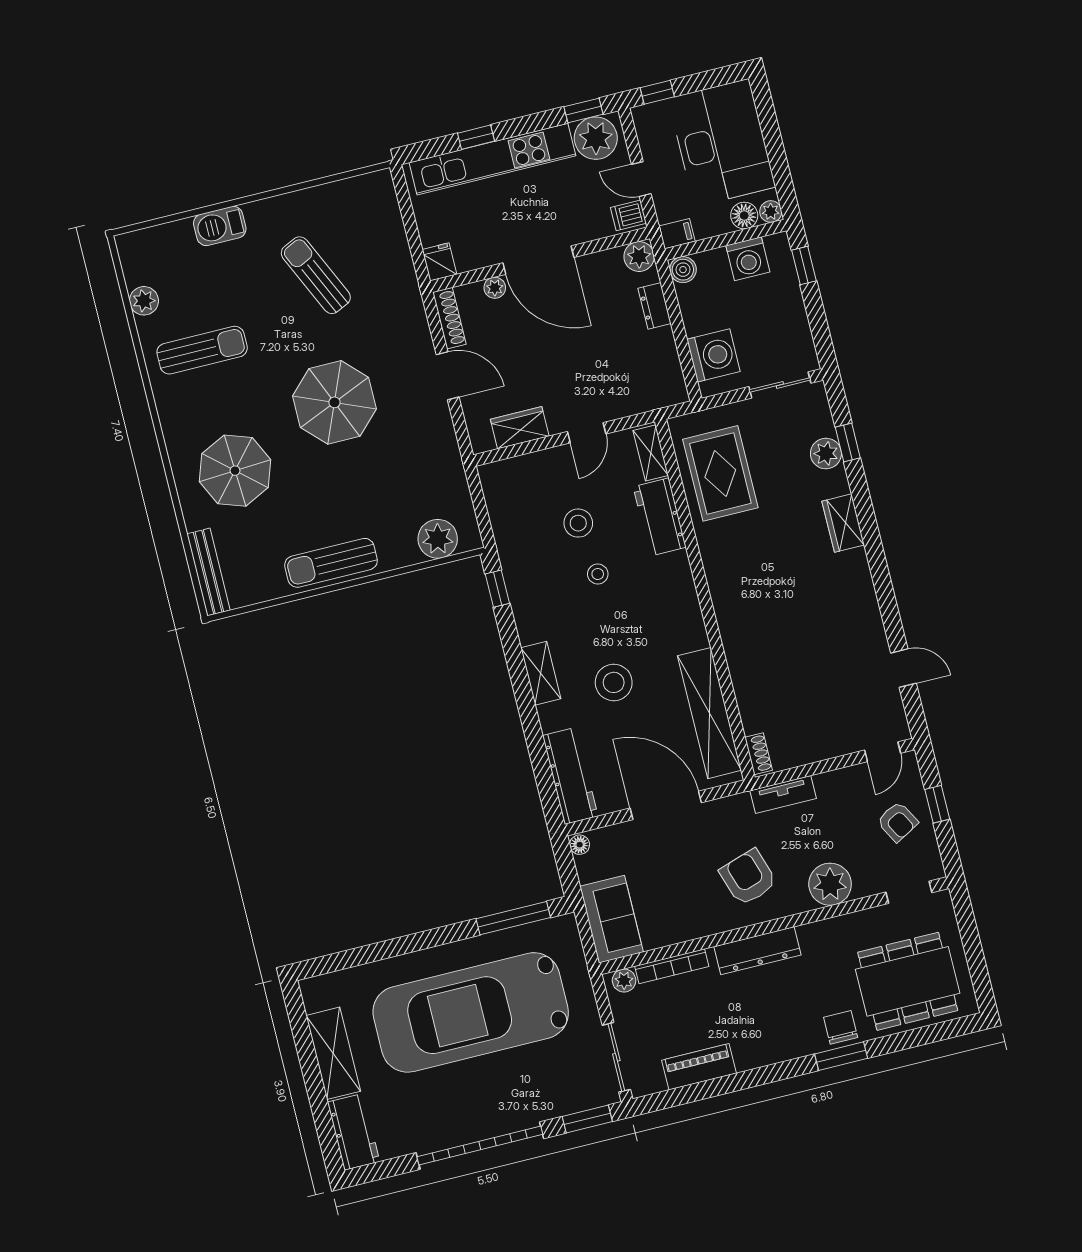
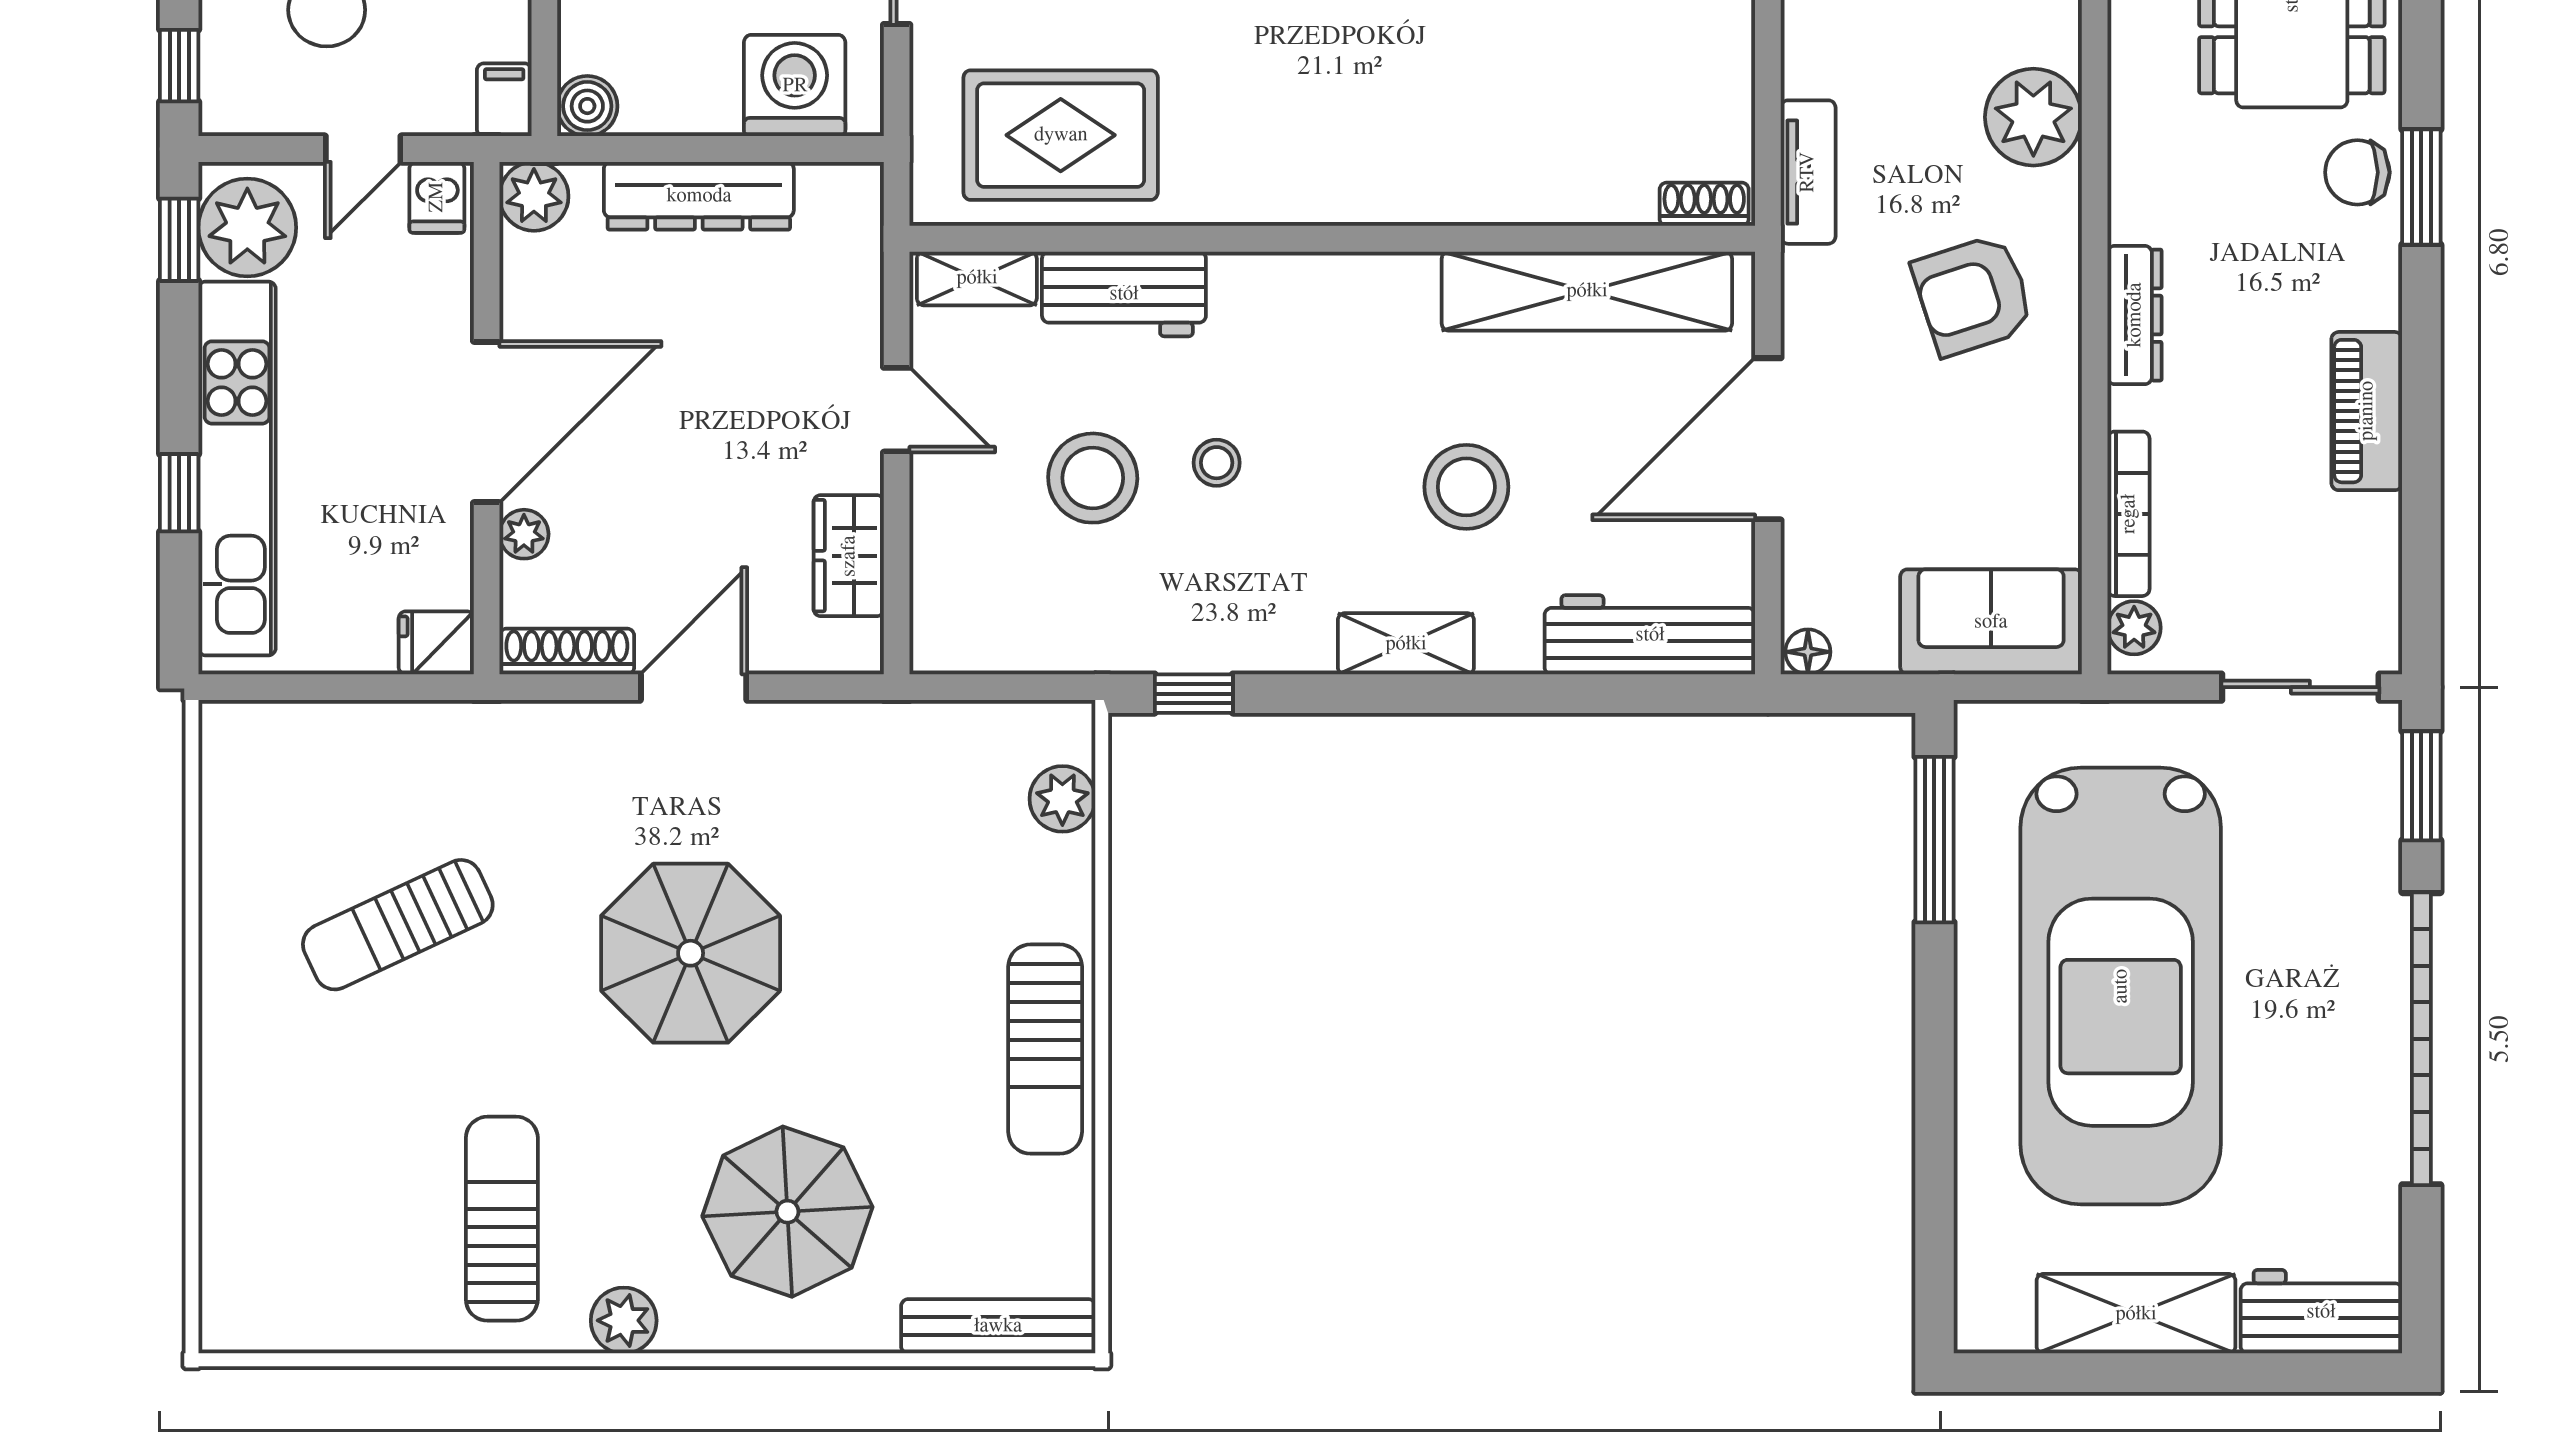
barbecue: (220, 226) -> (236, 1111), removed
plant: (144, 301) -> (624, 1320), moved
dresser: (655, 306) -> (699, 196), width x1.96, depth x1.24
stool: (578, 523) -> (1093, 478), width x1.38, depth x1.38
plant: (438, 539) -> (1062, 799), width x0.73, depth x0.73
dresser: (757, 951) -> (2135, 315), width x0.73, depth x0.80
piano: (699, 1067) -> (2367, 411), moved

